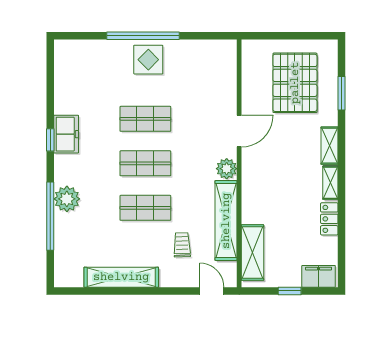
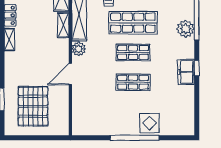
display table: (148, 60) -> (149, 123), moved
shelving: (329, 146) -> (63, 25), moved
shop shelf: (145, 208) -> (133, 23), width x1.43, depth x1.36

